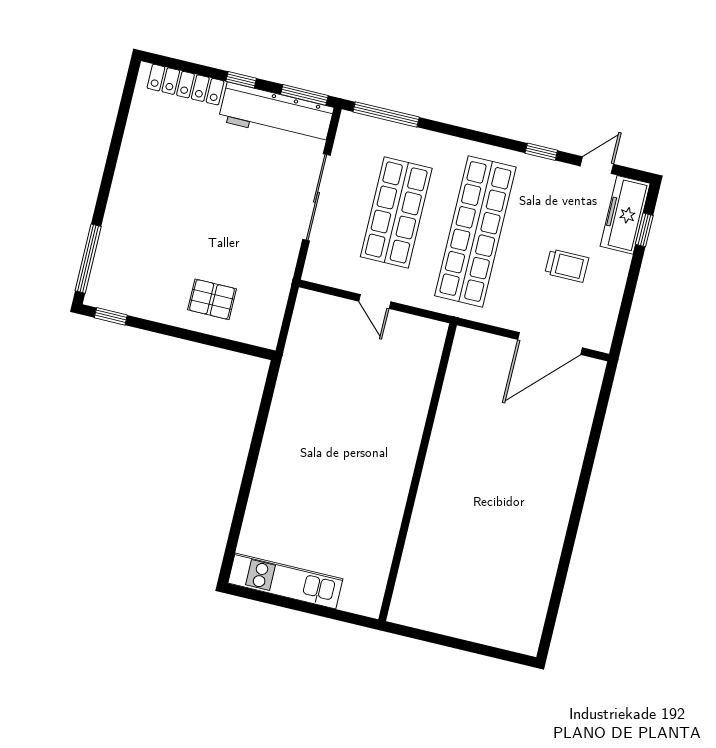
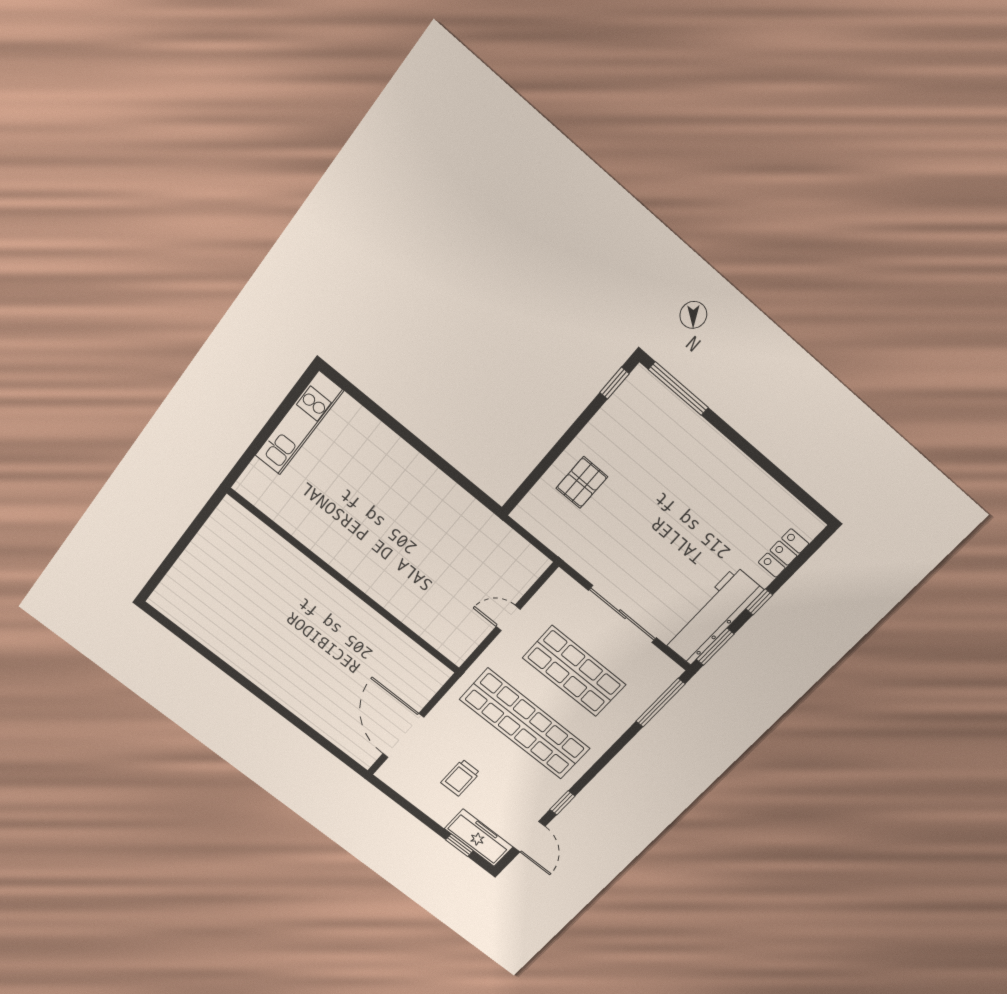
locker: (186, 85) -> (783, 553), width x0.66
door: (597, 165) -> (529, 837), width x1.38

